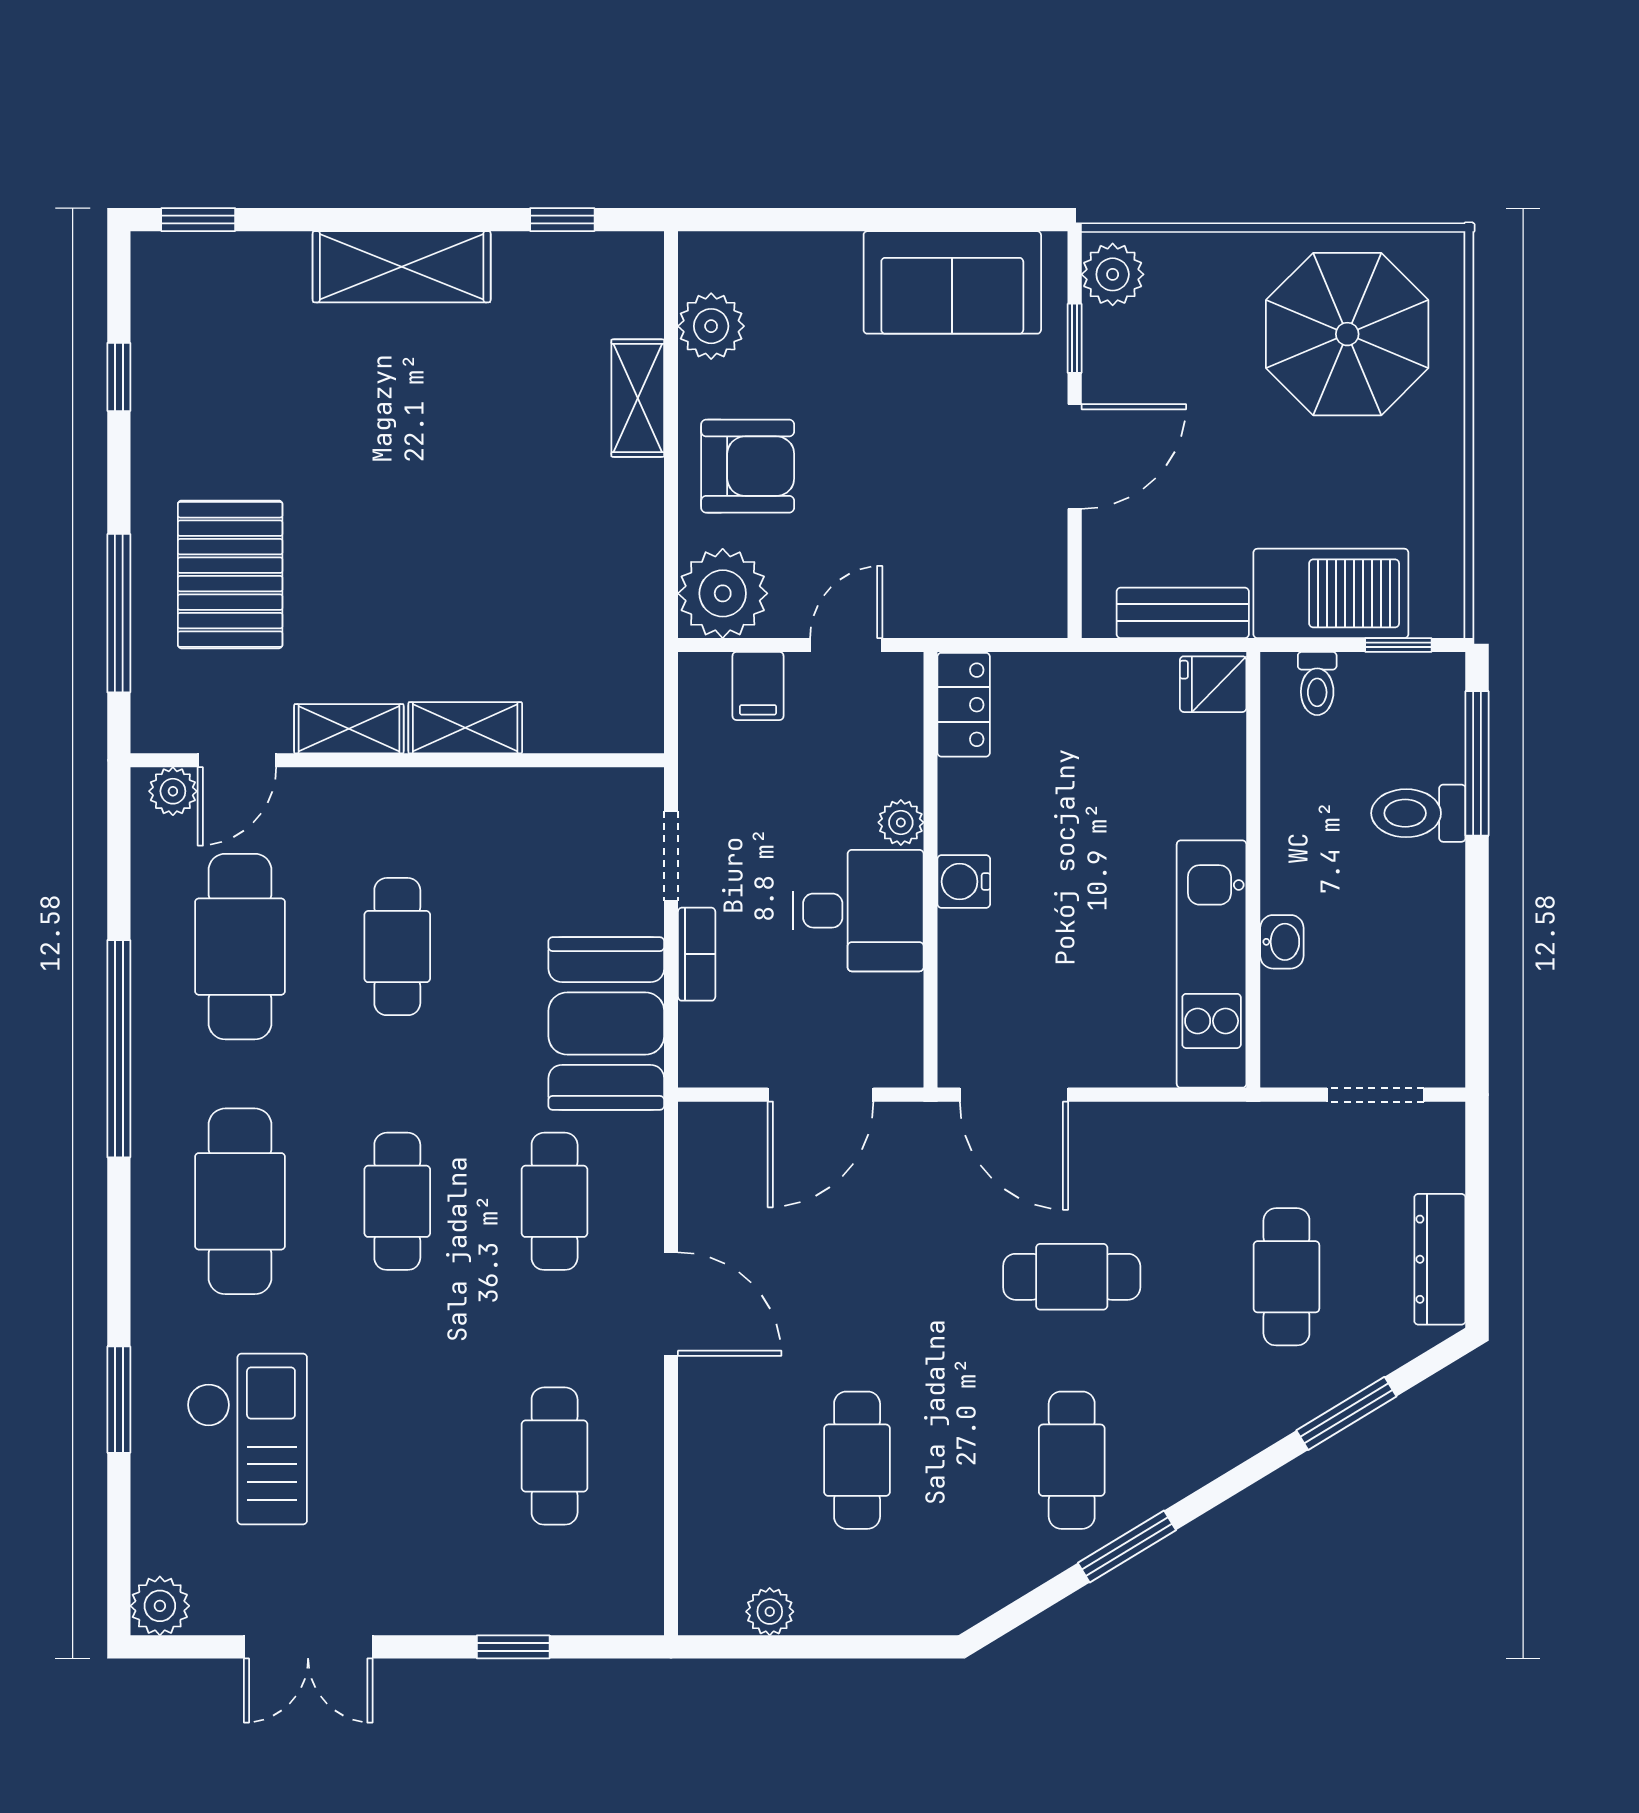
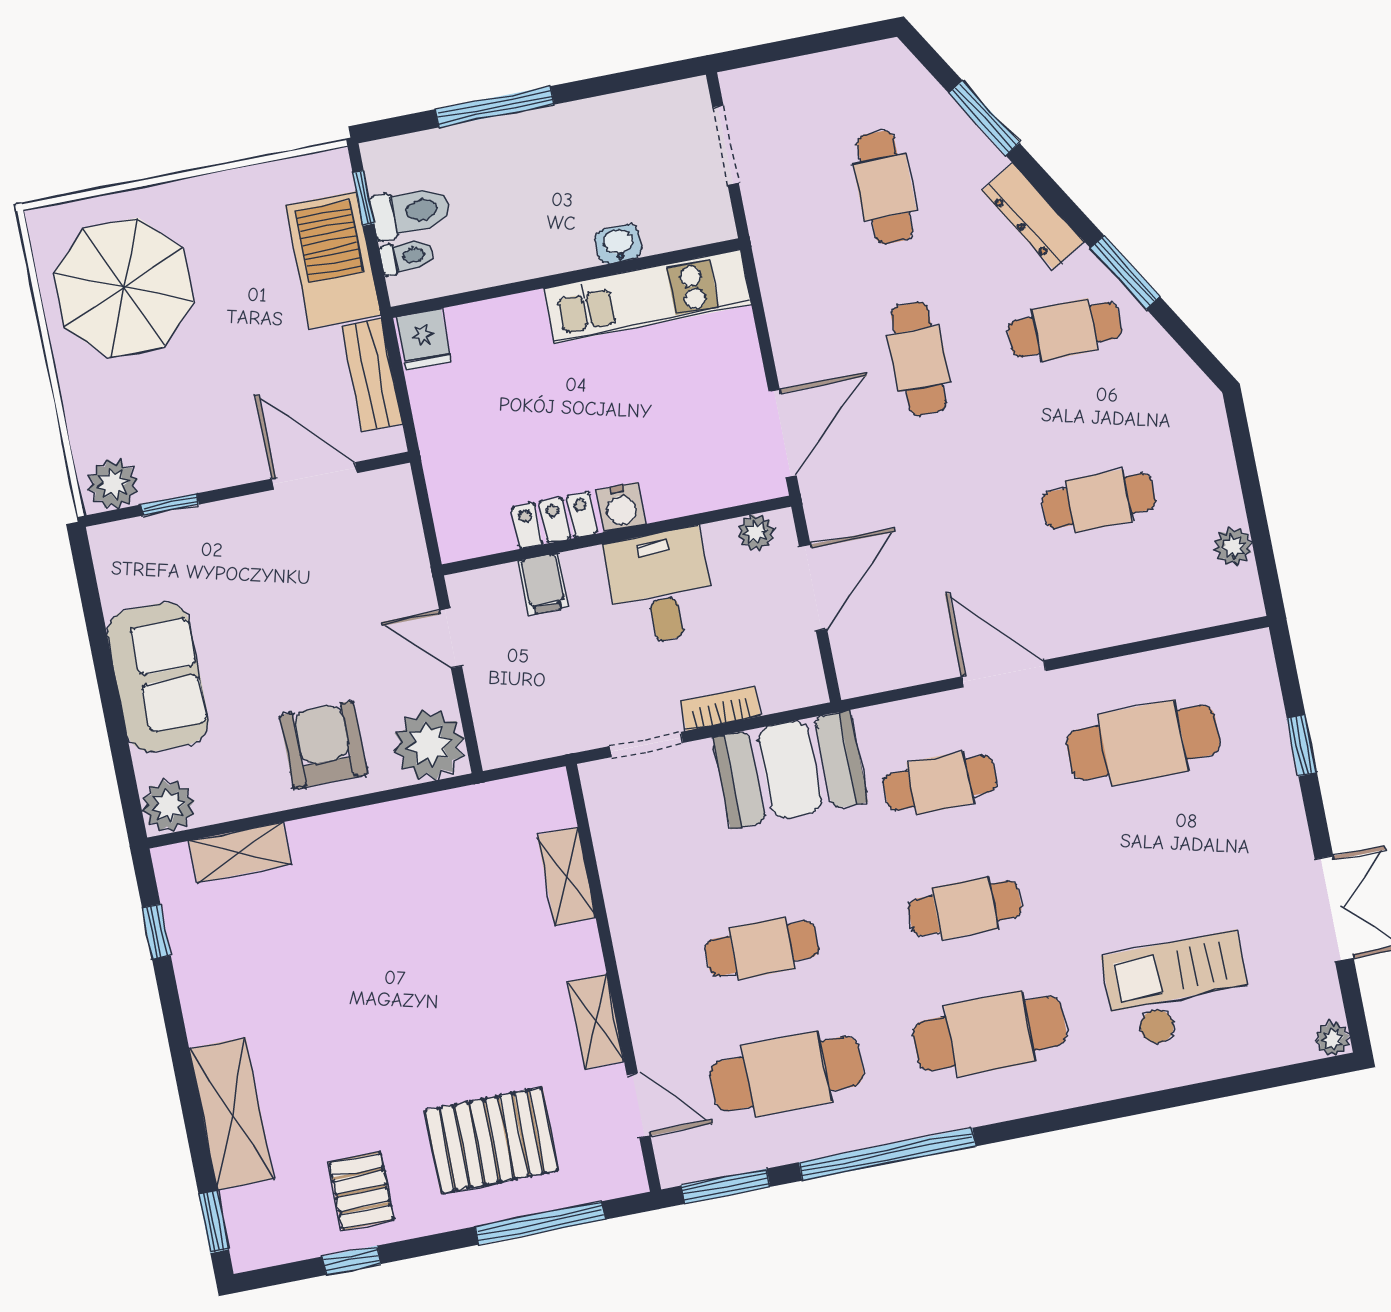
shelving: (402, 267) -> (231, 1114), moved
sofa: (952, 282) -> (158, 677), moved
plant: (711, 326) -> (168, 806), moved
shelving: (638, 398) -> (240, 853), moved
pallet: (200, 405) -> (361, 1191), added
door: (1075, 457) -> (314, 476), moved
filing cabinet: (758, 686) -> (543, 584), moved, turned 90
locker: (964, 705) -> (555, 520), moved
shelving: (465, 728) -> (566, 876), moved
window: (1477, 763) -> (495, 107), moved
plant: (173, 791) -> (673, 1152), removed
toilet: (1418, 813) -> (411, 212), moved, turned -90
plant: (901, 822) -> (756, 532), moved
door: (821, 1095) -> (813, 588), hinge flipped
dresser: (1440, 1259) -> (1033, 216), moved, turned 59
cafe table: (1286, 1277) -> (885, 187), turned 90
door: (671, 1304) -> (1004, 674), hinge flipped
window: (119, 1400) -> (726, 1186), moved
cafe table: (555, 1456) -> (1143, 743), width x1.37, depth x1.35
plant: (160, 1606) -> (1333, 1039), width x0.73, depth x0.73

